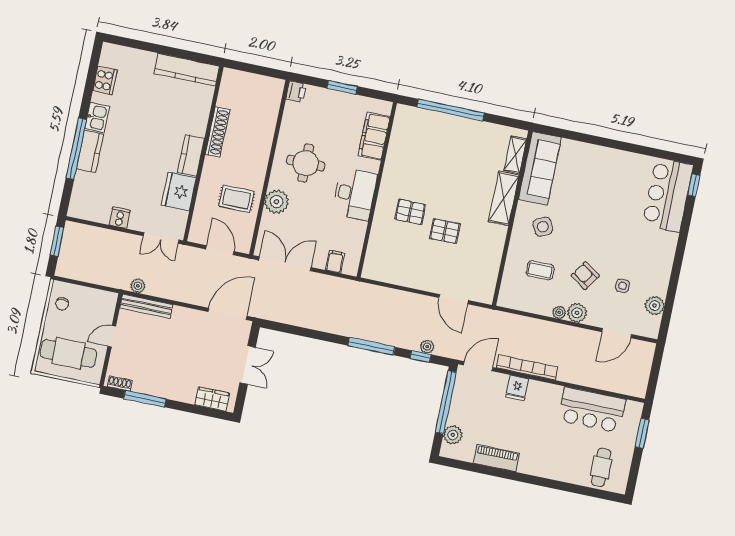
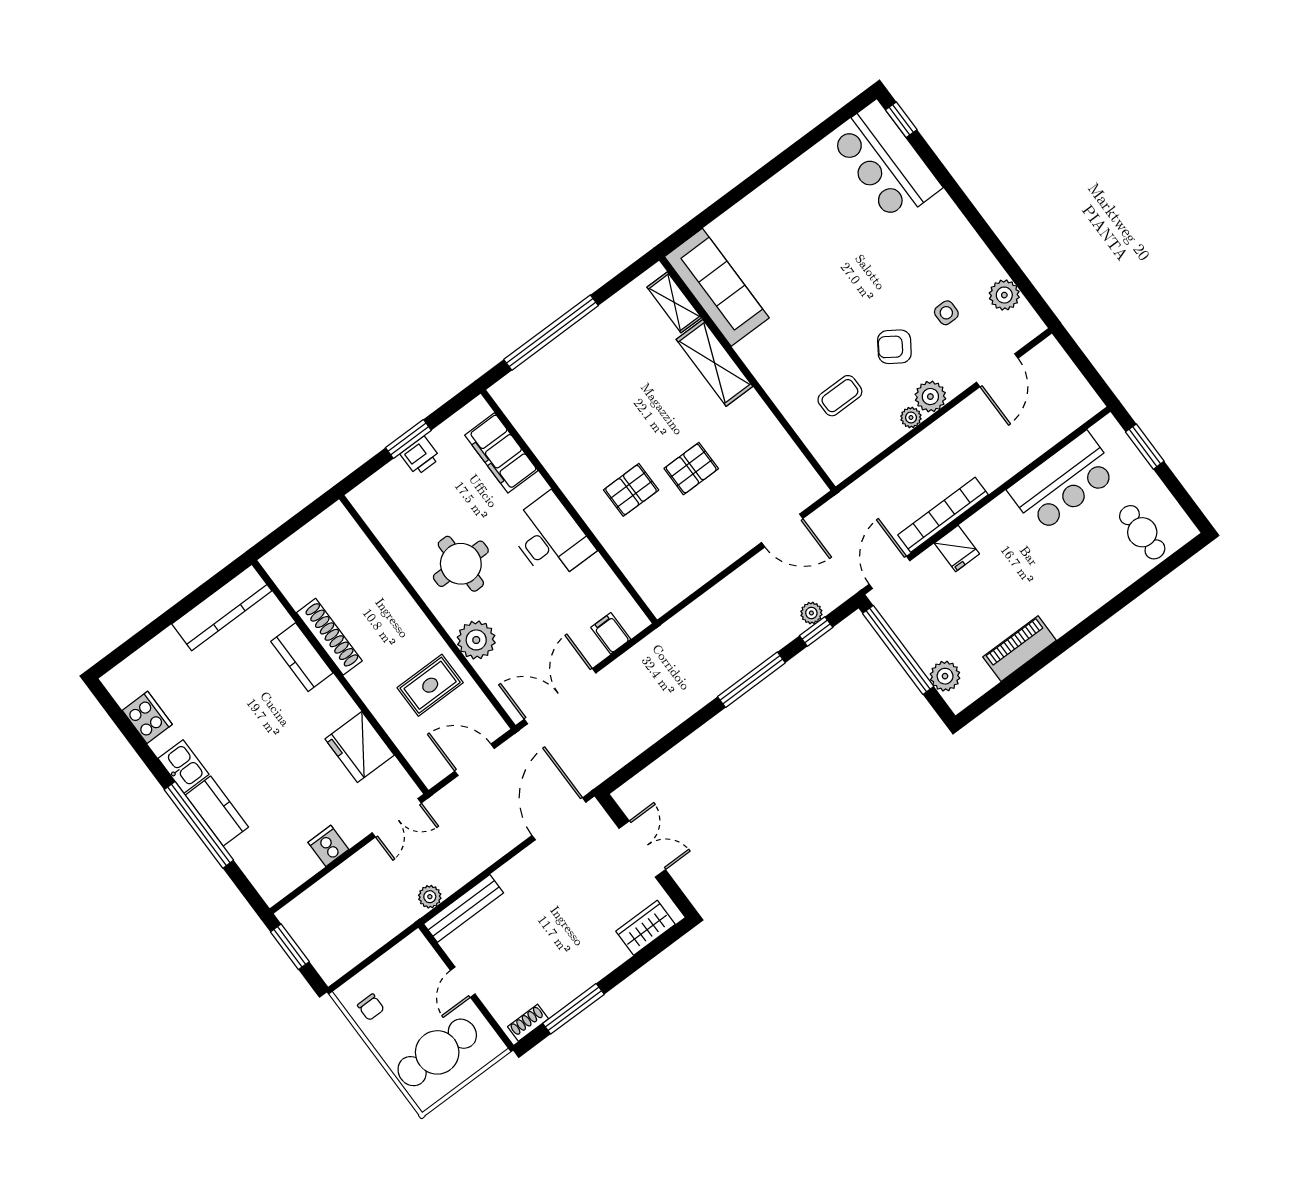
printer: (296, 92) -> (420, 456), moved, turned 90
kitchen counter: (191, 155) -> (302, 657), moved
side table: (543, 227) -> (790, 346), removed

